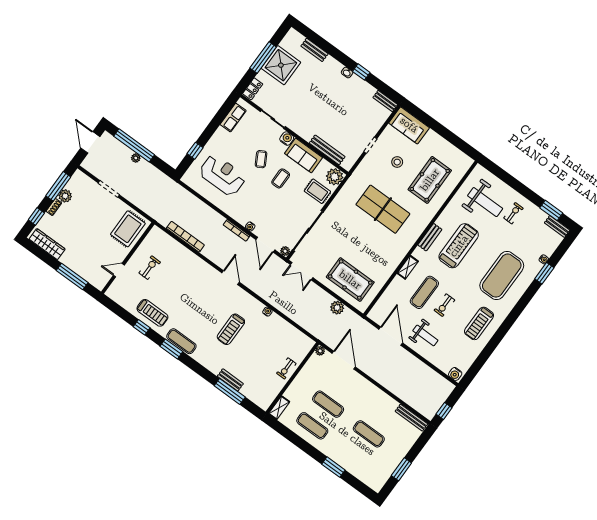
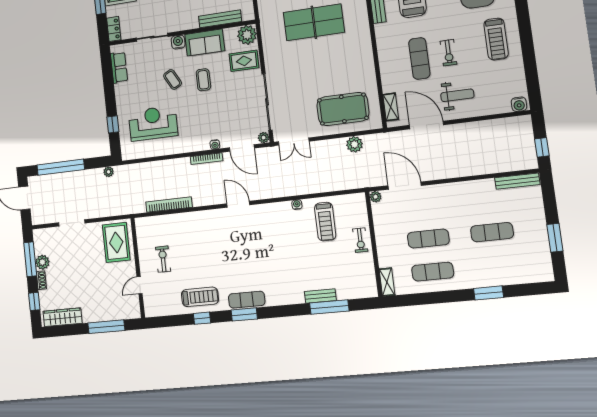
plant: (136, 158) -> (109, 172), moved
shelving: (408, 267) -> (391, 107), moved
treadmill: (231, 329) -> (325, 222), moved

